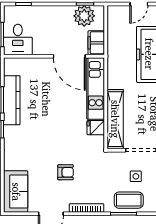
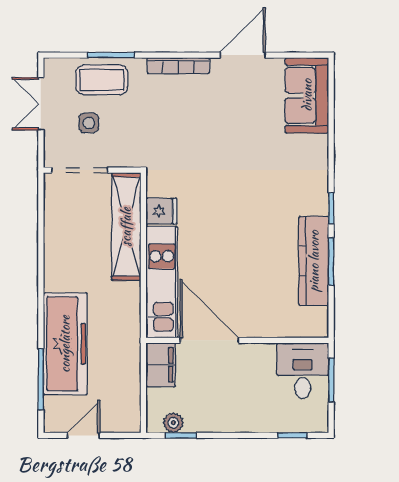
plant: (84, 16) -> (173, 423), width x0.53, depth x0.53
armchair: (66, 172) -> (216, 130), removed

